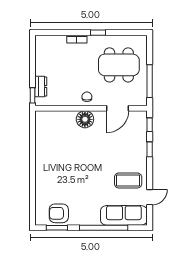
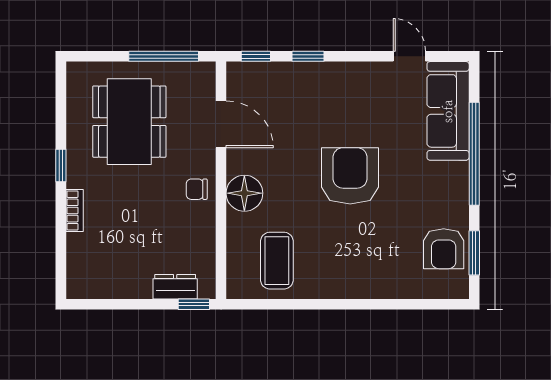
armchair: (93, 169) -> (350, 176), added
coffee table: (128, 180) -> (277, 261), moved

